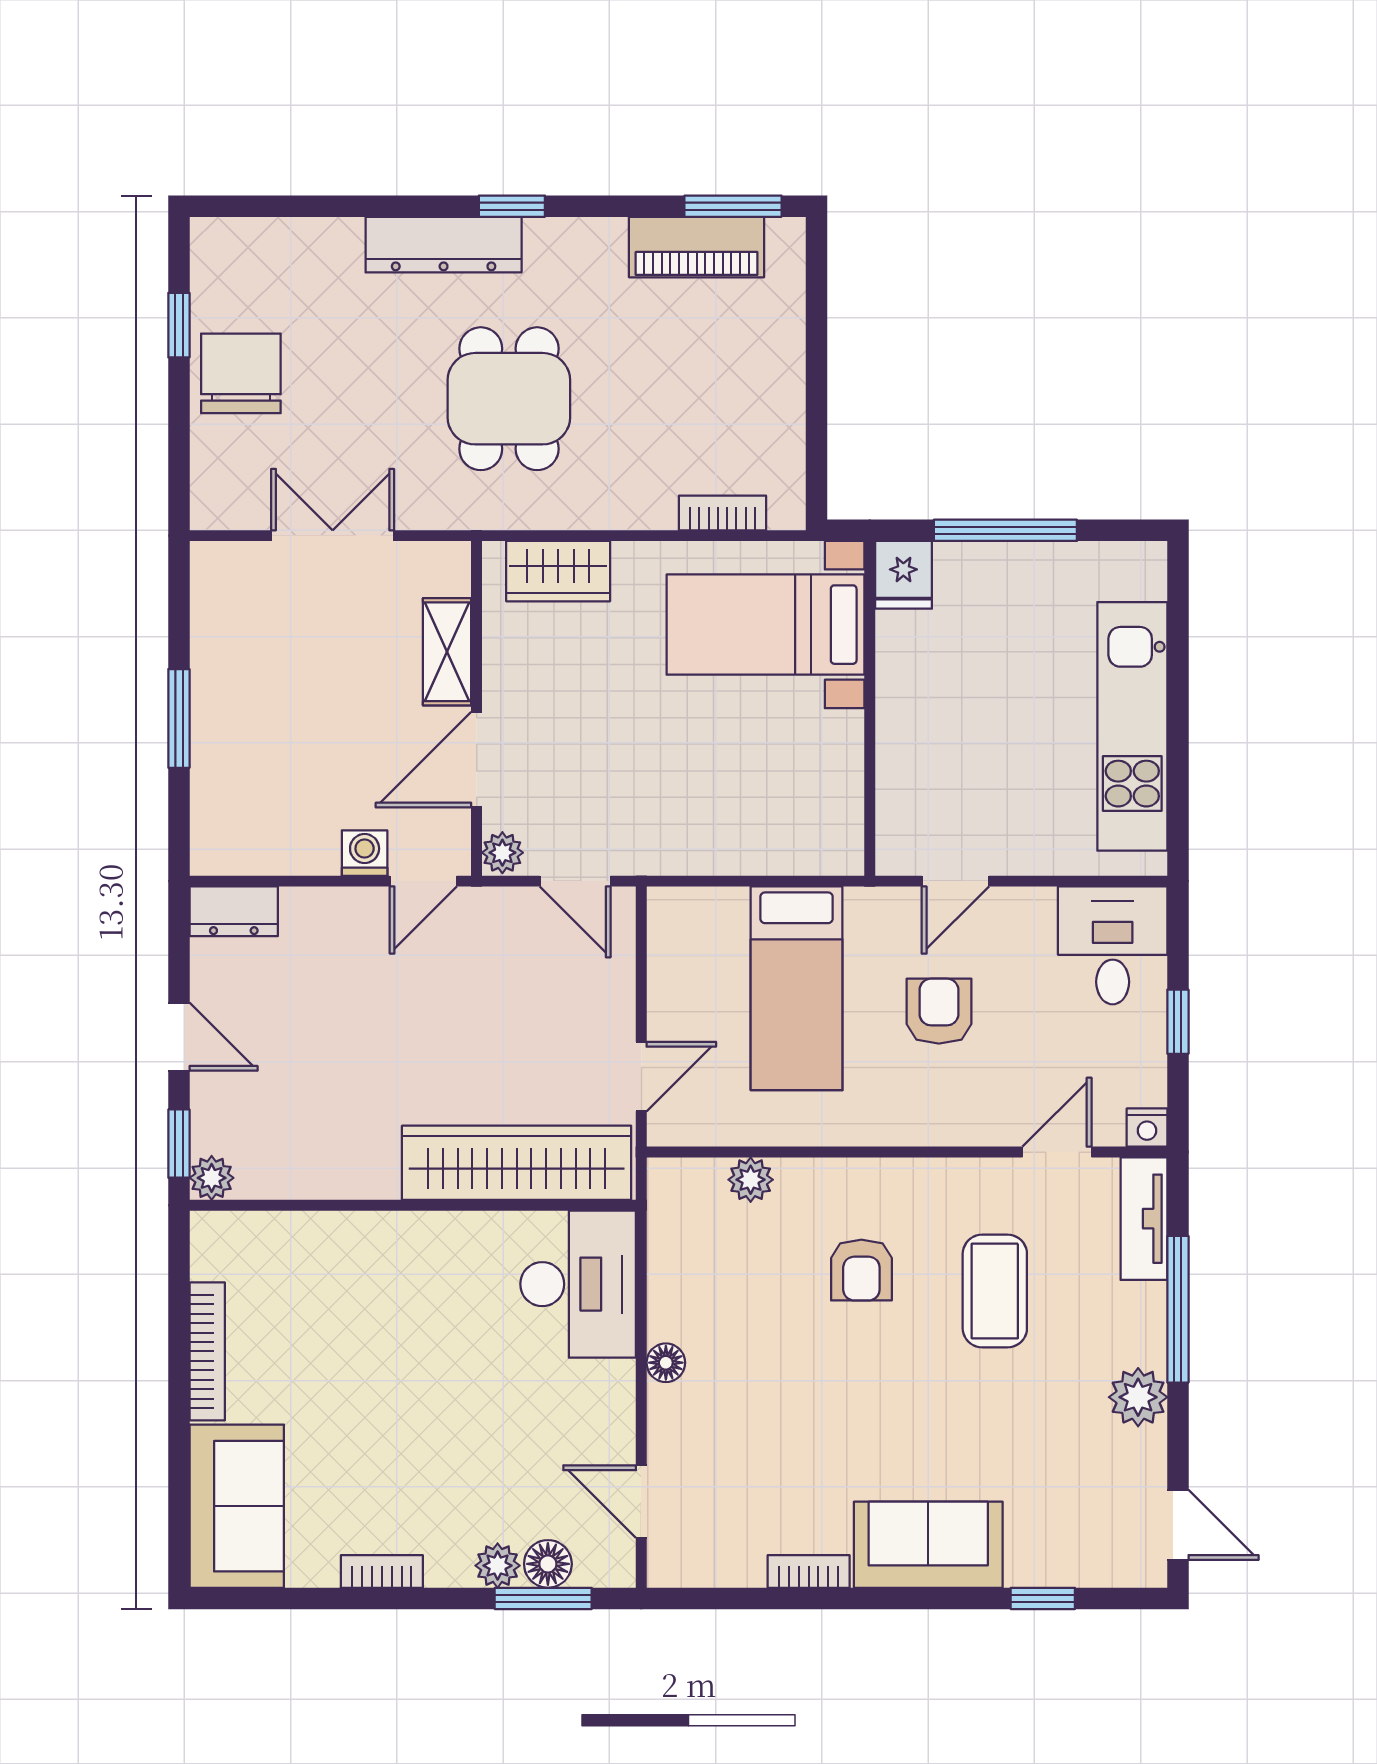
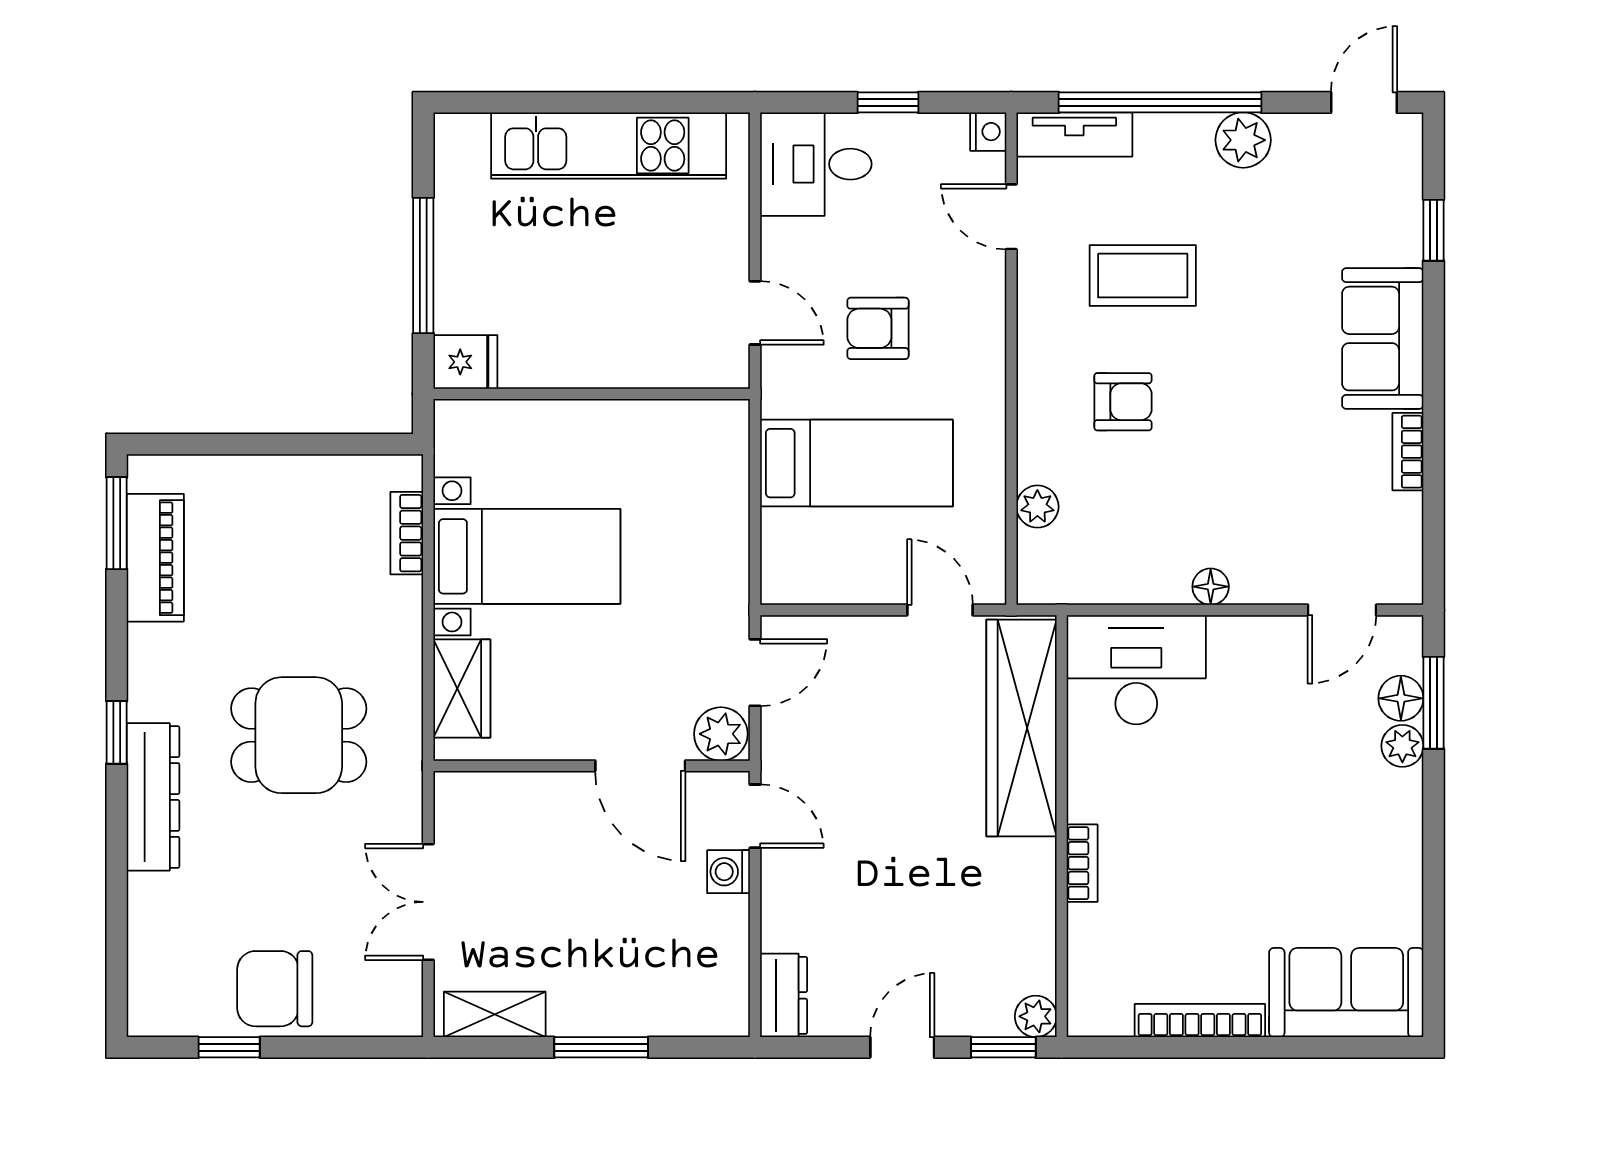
bed with nightstands: (766, 625) -> (527, 556), moved, turned -90
shelving: (447, 652) -> (495, 1014), moved
plant: (502, 853) -> (721, 734), width x1.38, depth x1.38
window: (1178, 1309) -> (1160, 102), width x1.46
bookcase: (382, 1571) -> (1082, 863), moved, turned 180

